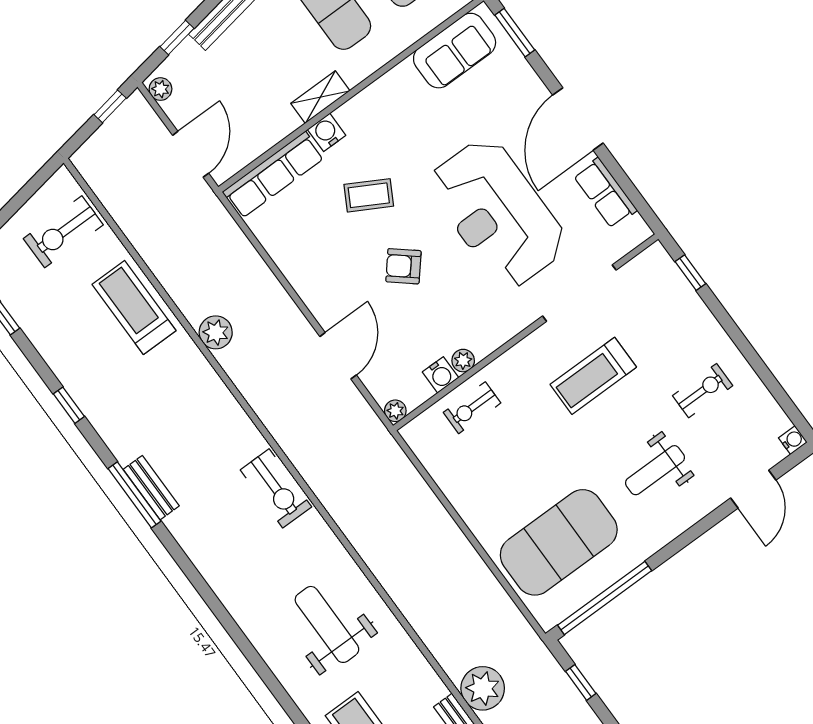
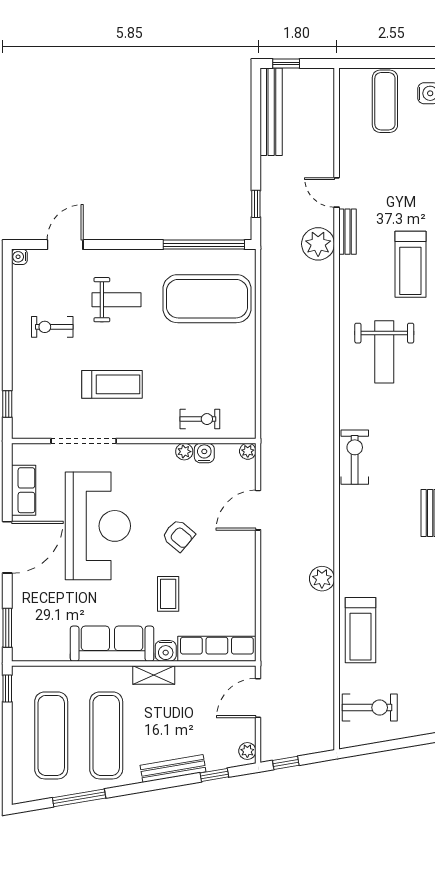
sofa: (455, 51) -> (112, 644), moved, width x1.36
coffee table: (369, 195) -> (168, 594), turned 61

